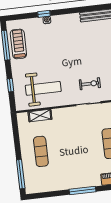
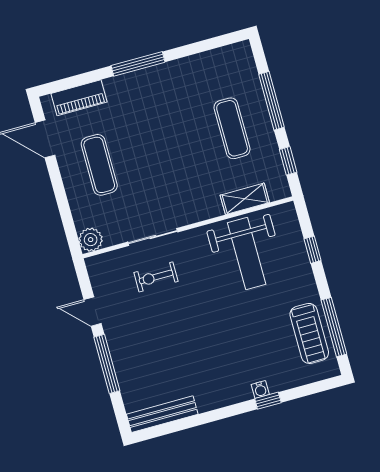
weight bench: (43, 88) -> (247, 253), turned -90
window: (16, 131) -> (288, 161), added
window: (21, 174) -> (272, 101), moved

